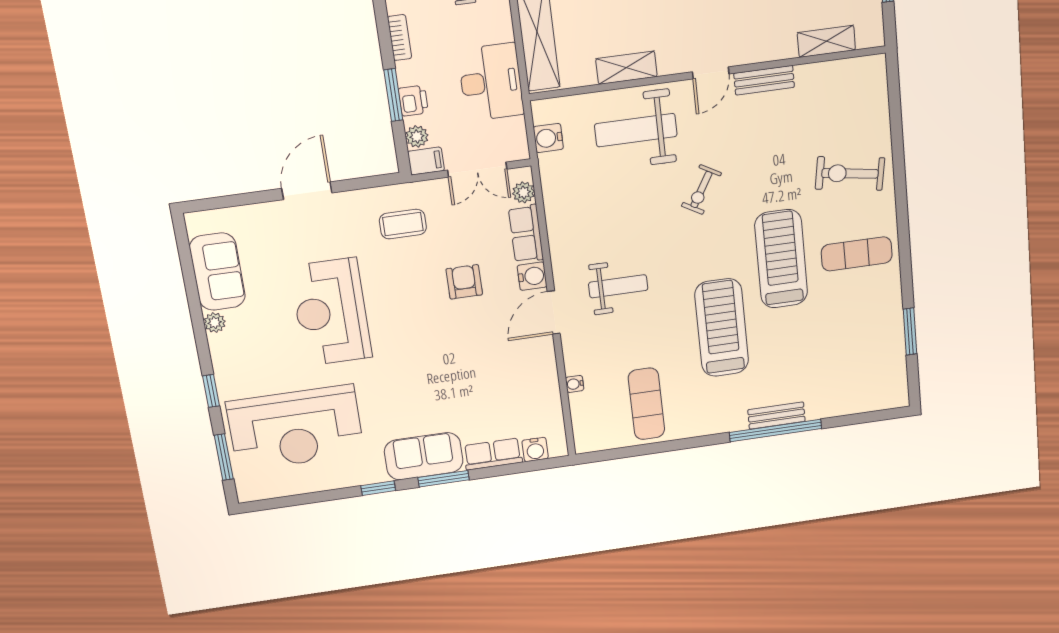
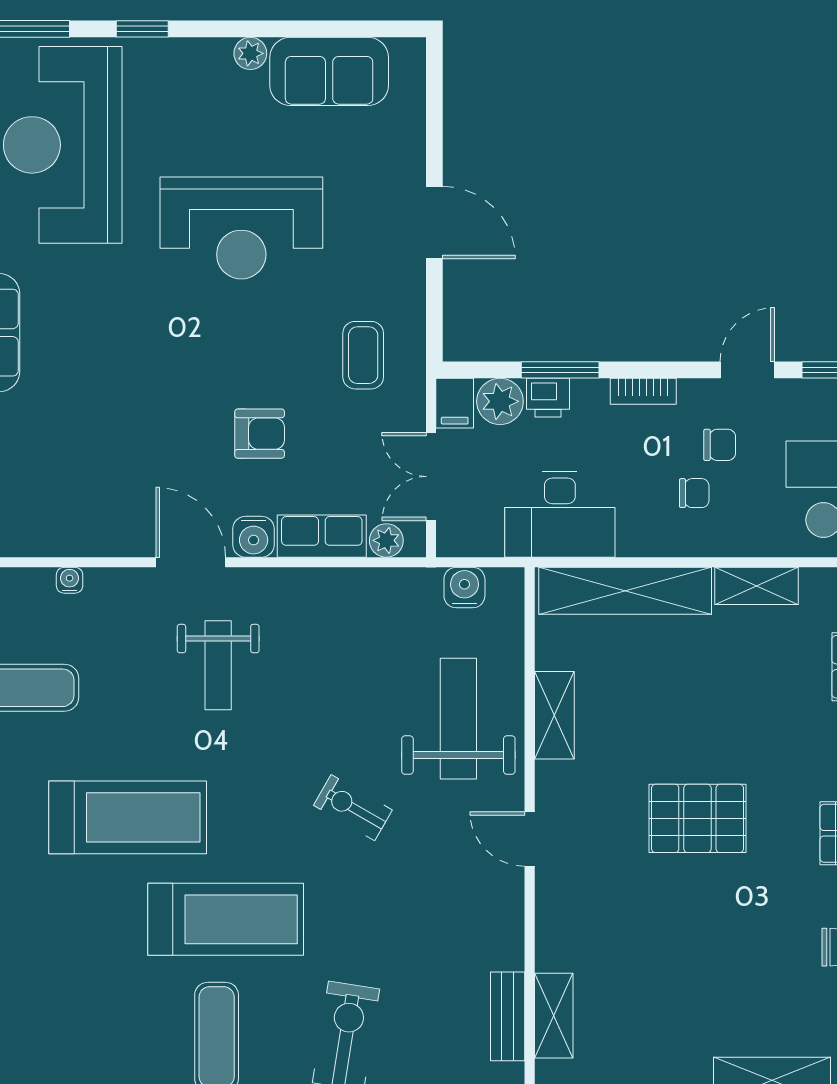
bench: (764, 80) -> (508, 1016), moved
plant: (417, 136) -> (500, 401), width x1.38, depth x1.38
reception desk: (331, 312) -> (241, 228), turned 180

